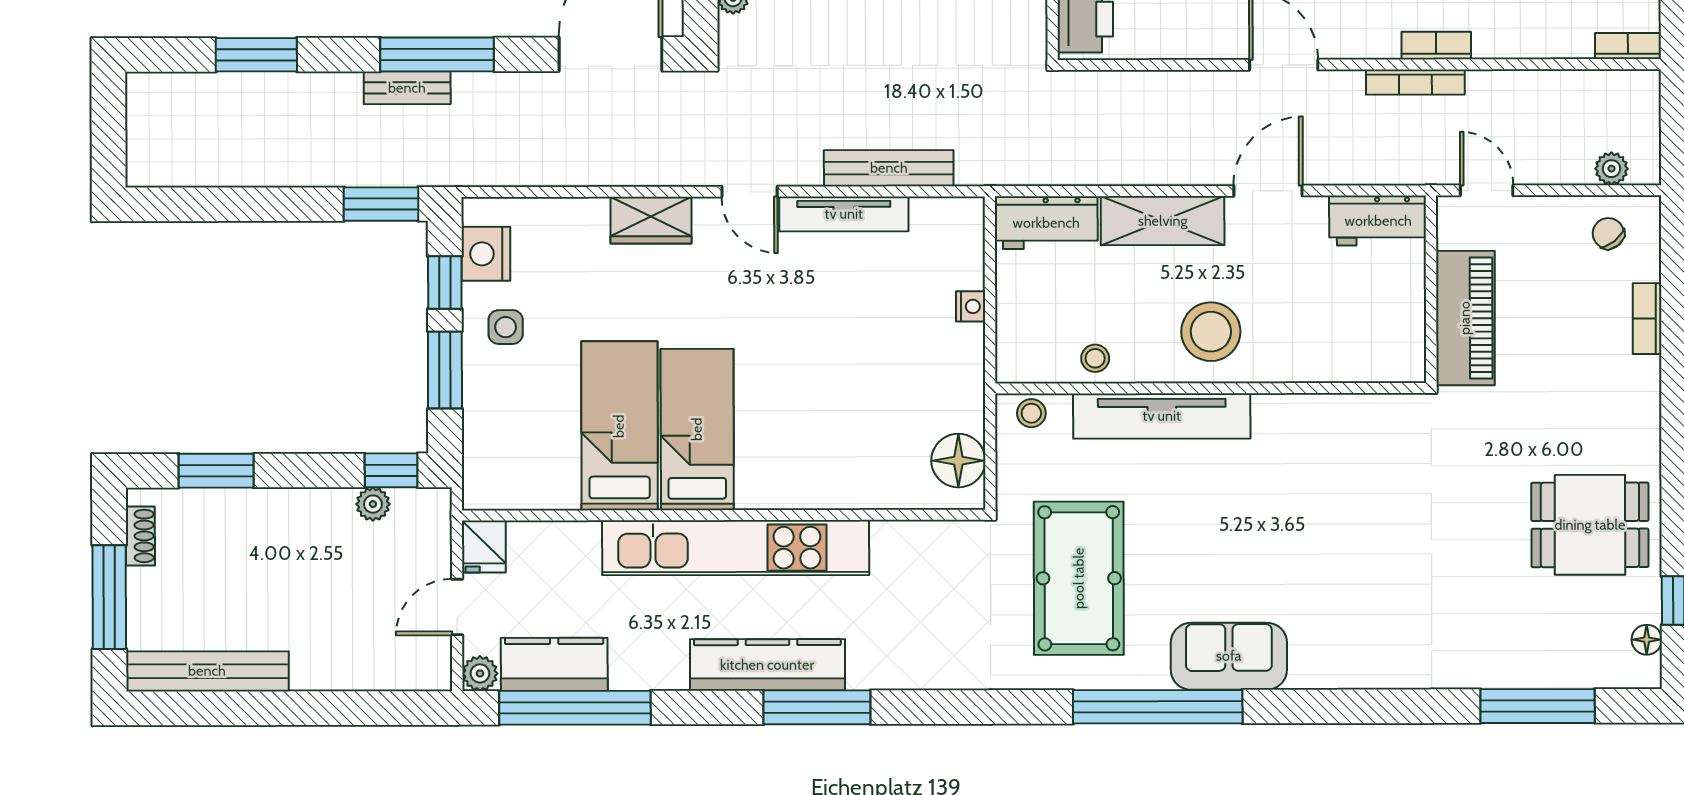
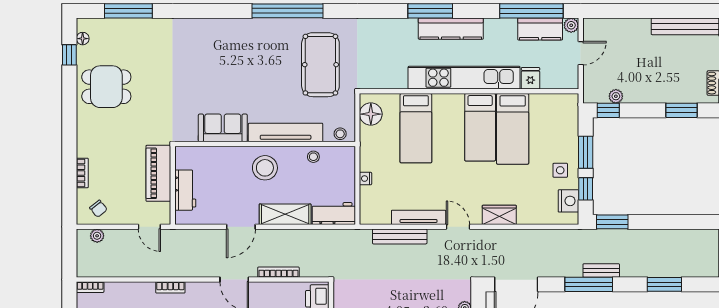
bookcase: (1415, 82) -> (278, 272), moved
workbench: (1378, 221) -> (185, 190), moved, turned 90
bed: (850, 427) -> (416, 128), added
fridge: (484, 547) -> (530, 78), moved
sofa: (1229, 656) -> (223, 128), moved, turned 180

